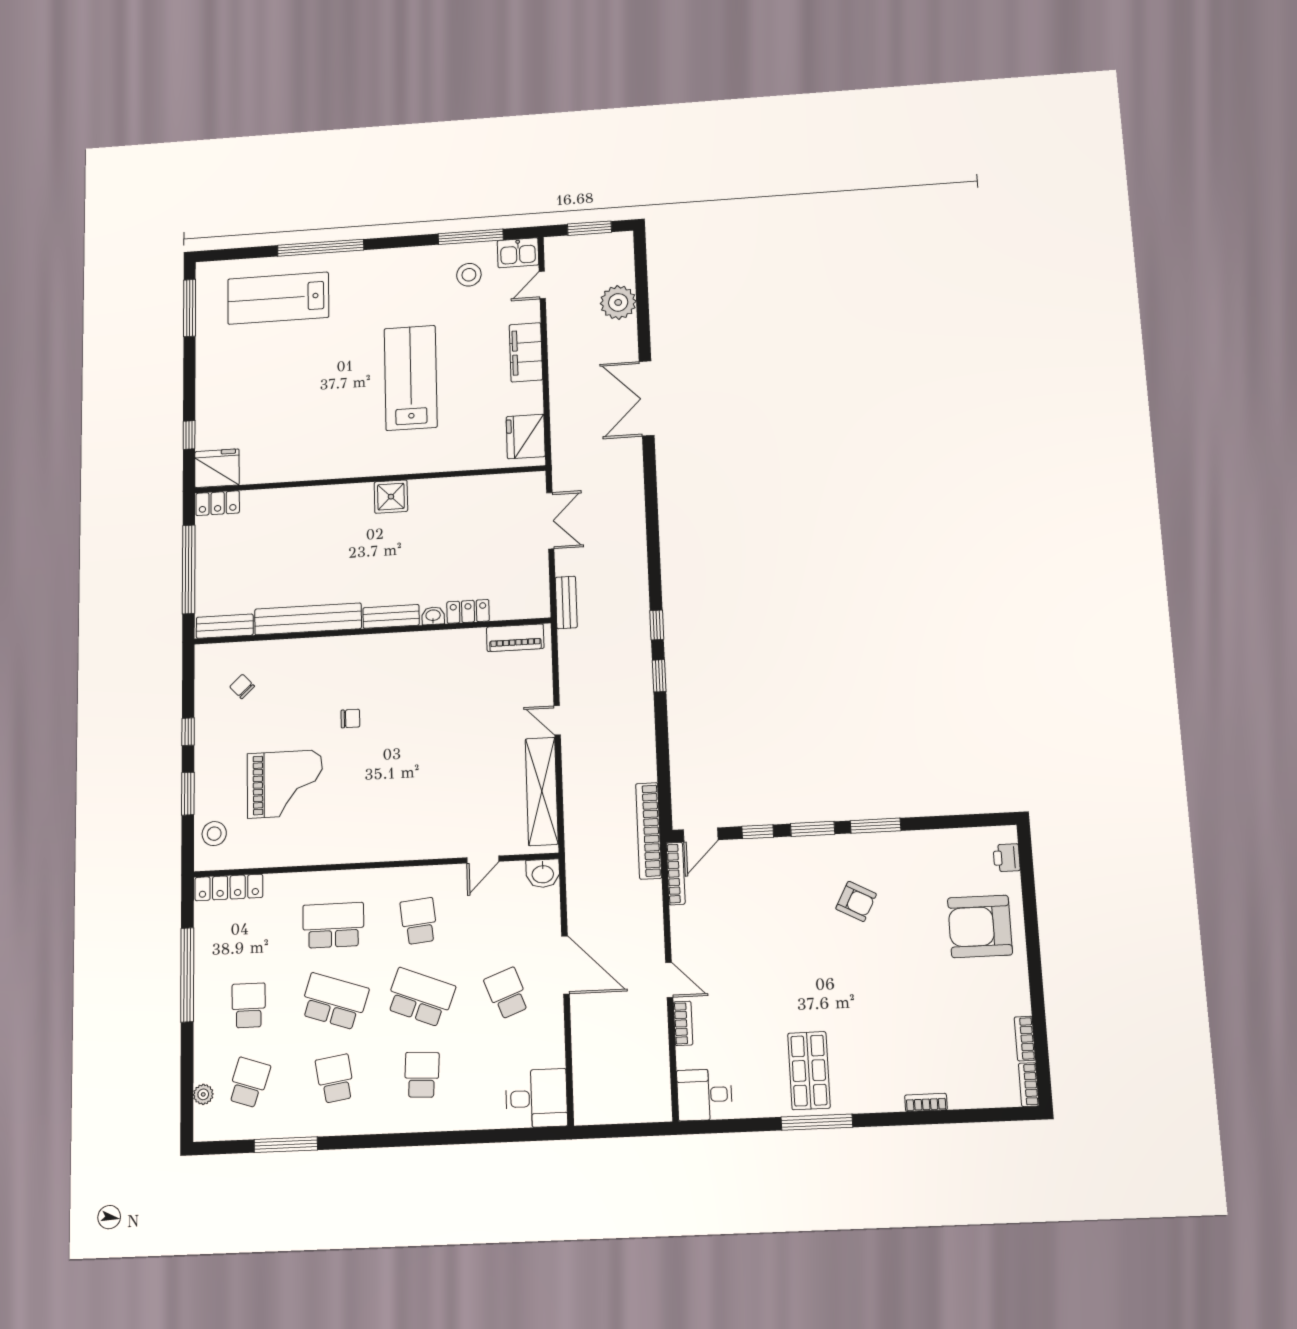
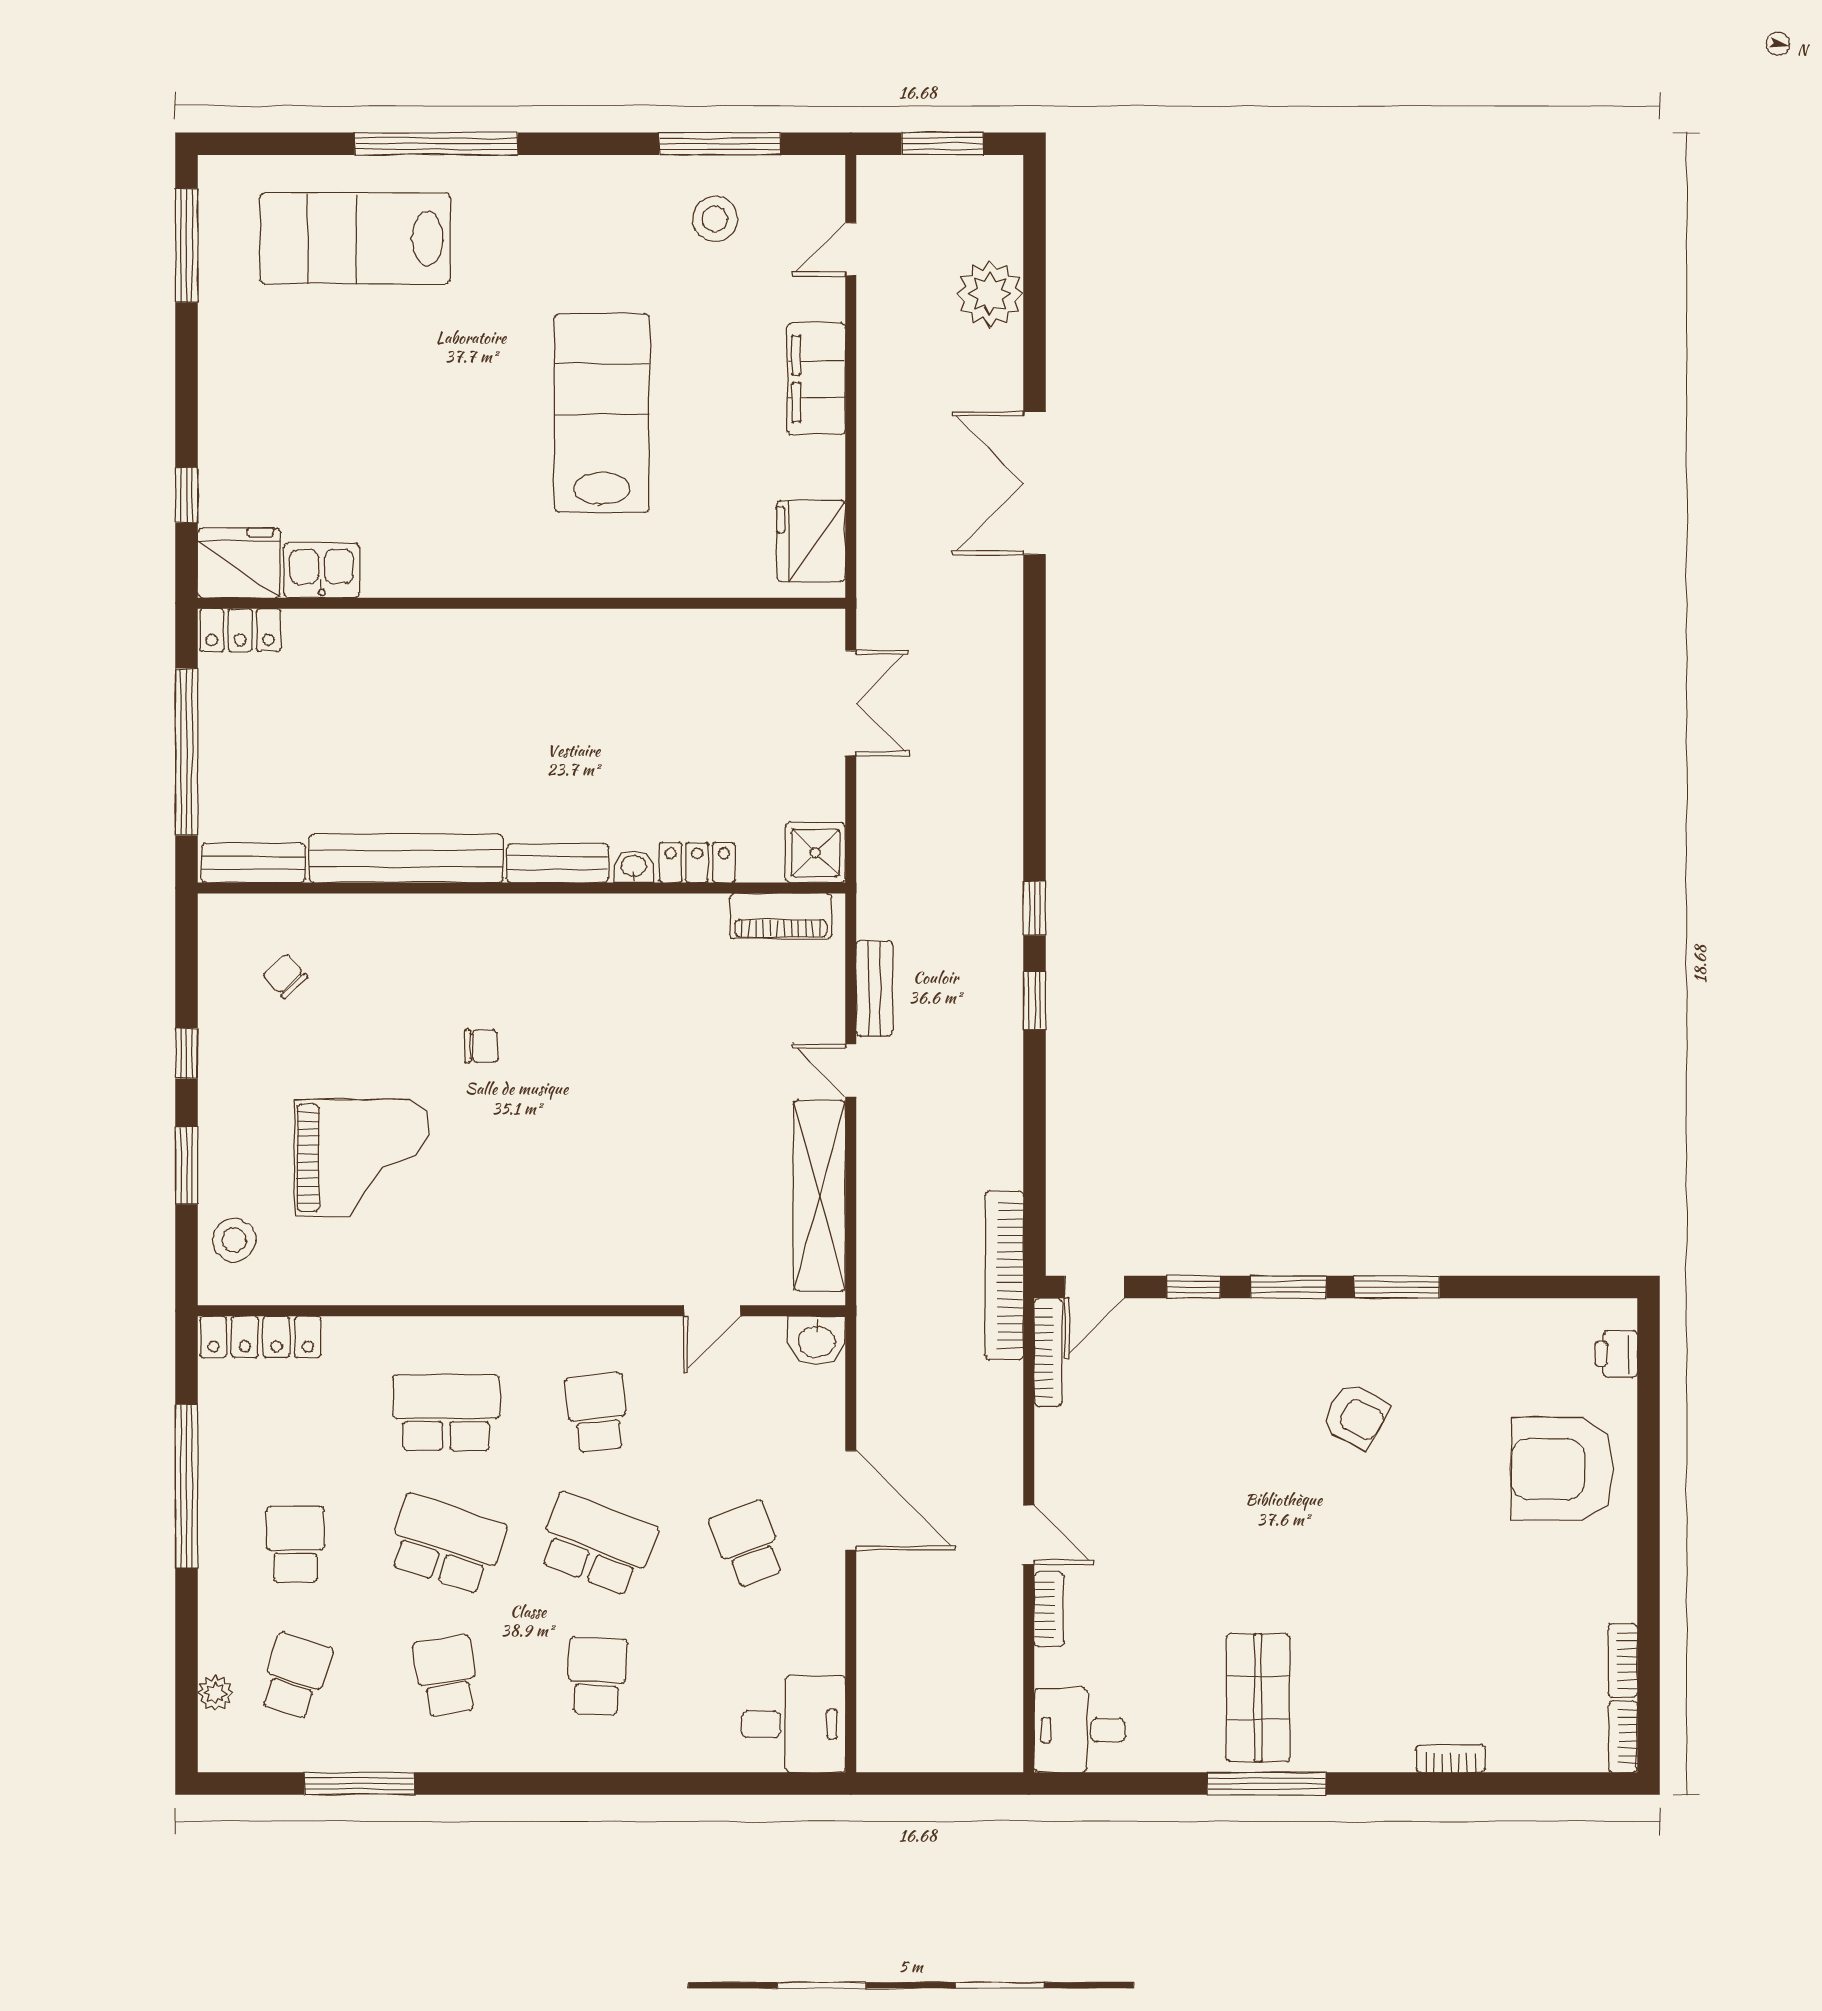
kitchen sink: (518, 253) -> (322, 571), moved, turned 180
shower: (391, 497) -> (815, 853), moved
bench: (566, 602) -> (874, 988), moved

